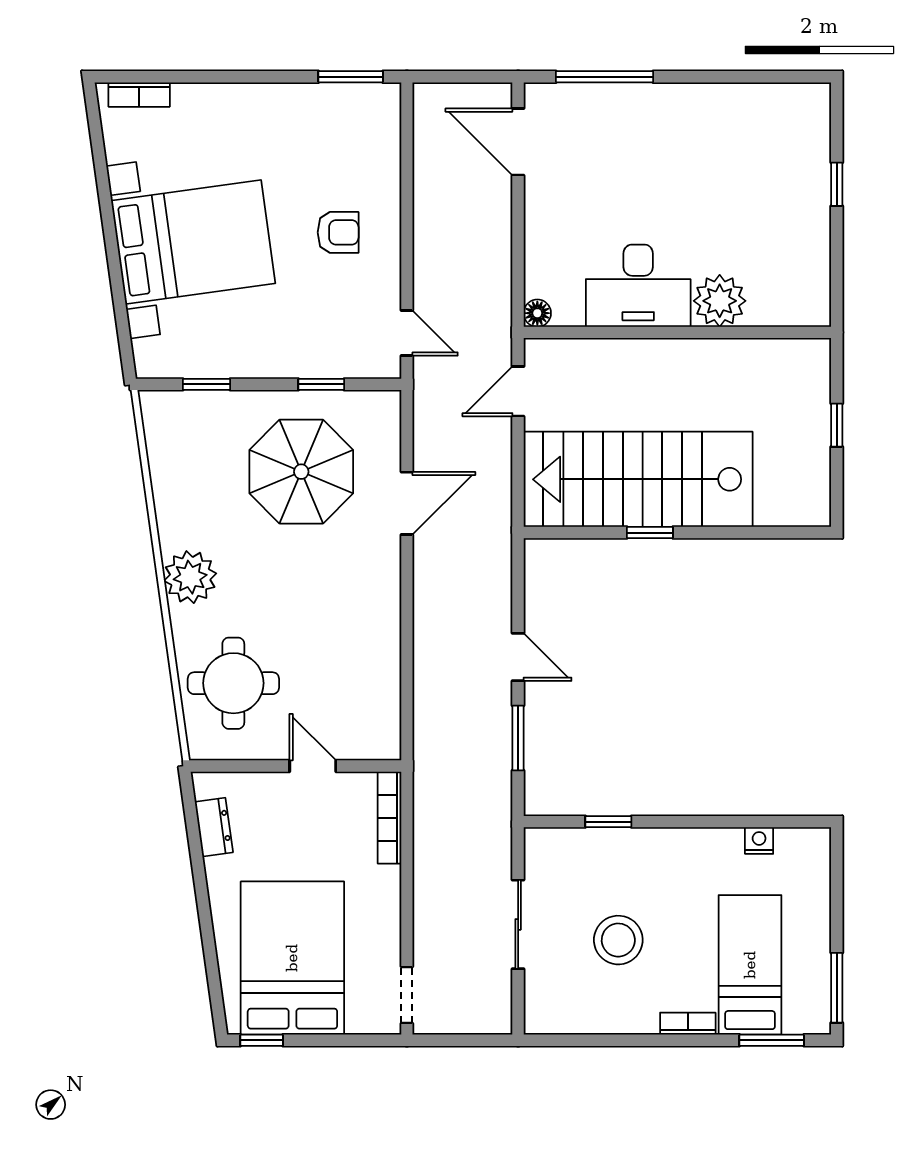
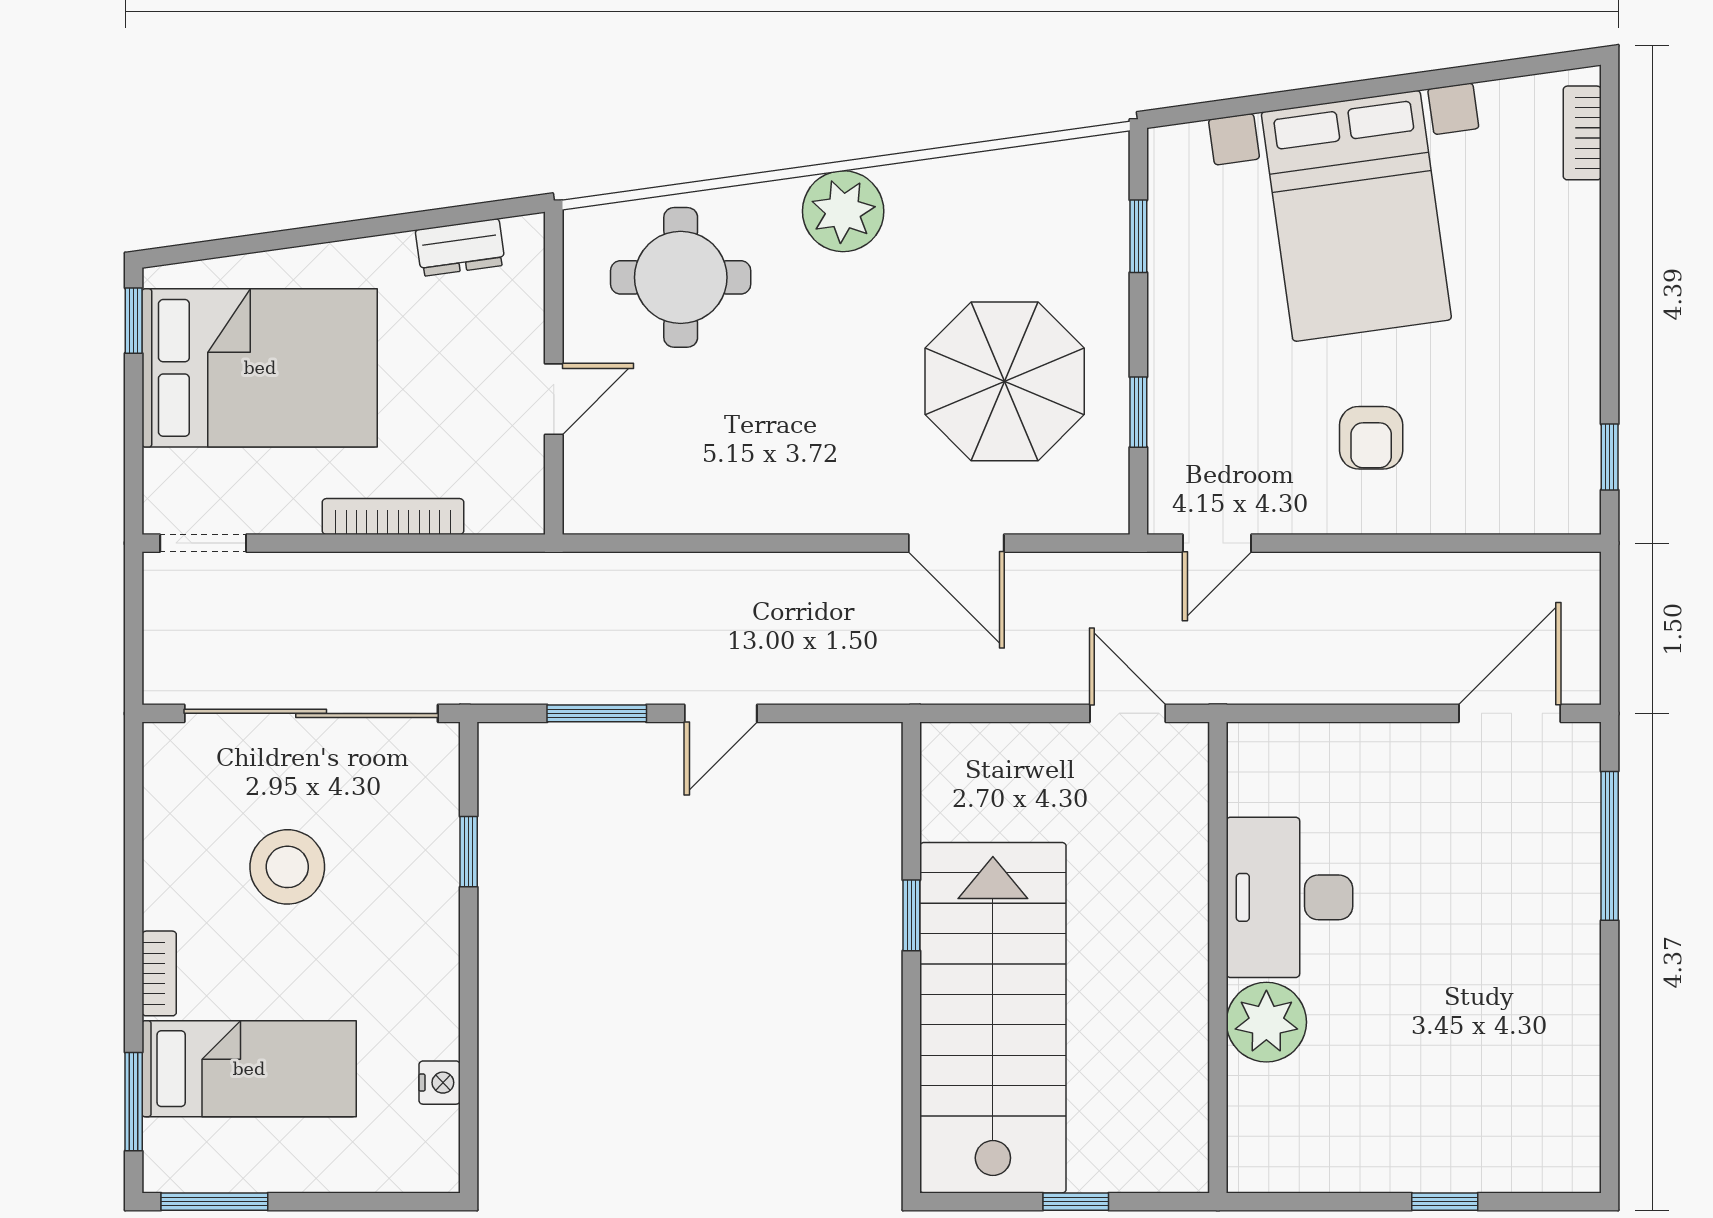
window: (351, 77) -> (1610, 457), width x0.67
floor lamp: (537, 313) -> (1247, 743), removed
stairs: (638, 479) -> (993, 1018), moved
bookcase: (390, 818) -> (393, 517), moved
sliding door: (518, 924) -> (311, 713), width x1.86

